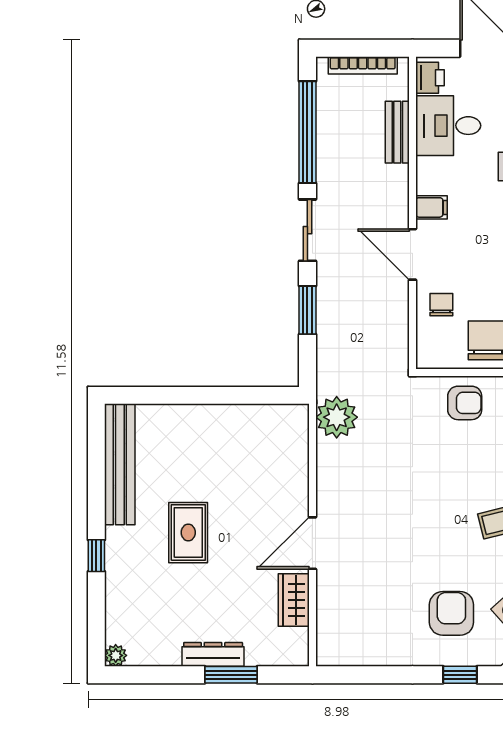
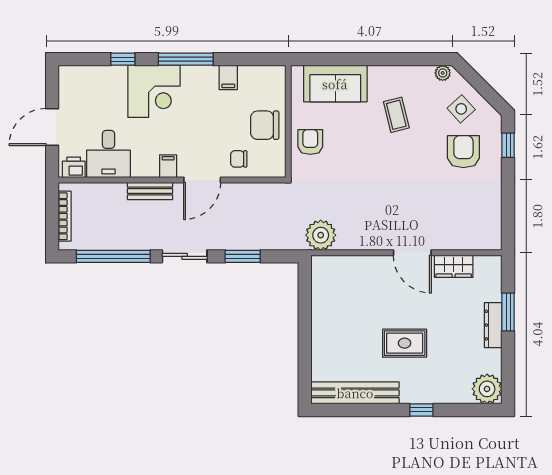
bench: (397, 132) -> (150, 191), moved
armchair: (451, 613) -> (463, 152), turned 90
plant: (116, 655) -> (487, 389), width x1.88, depth x1.88

